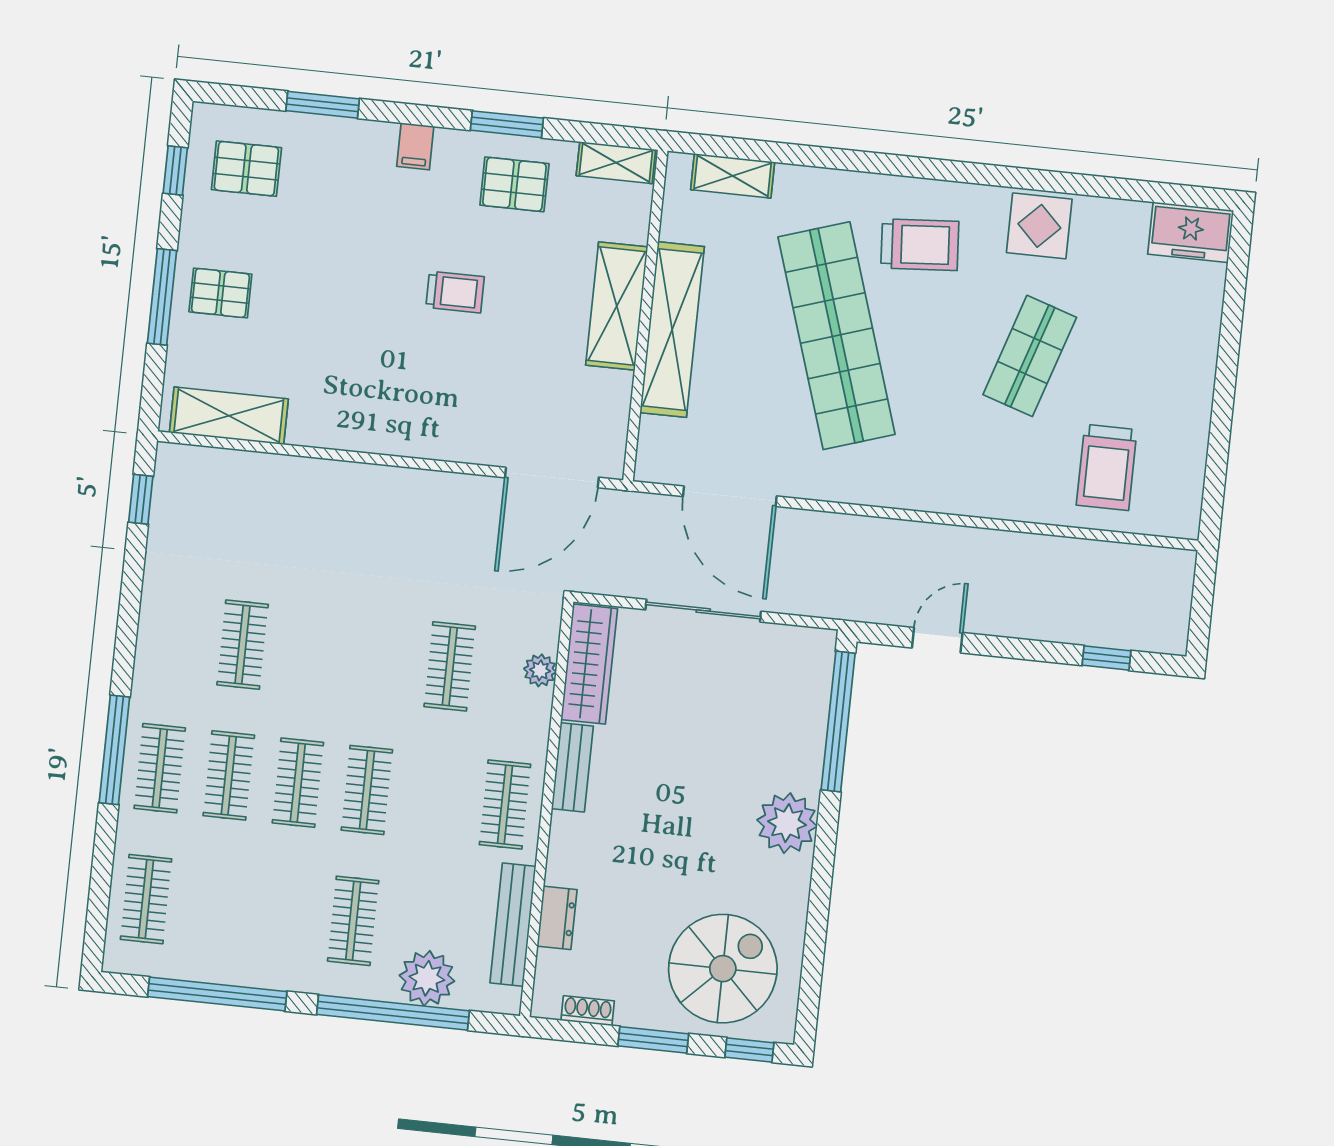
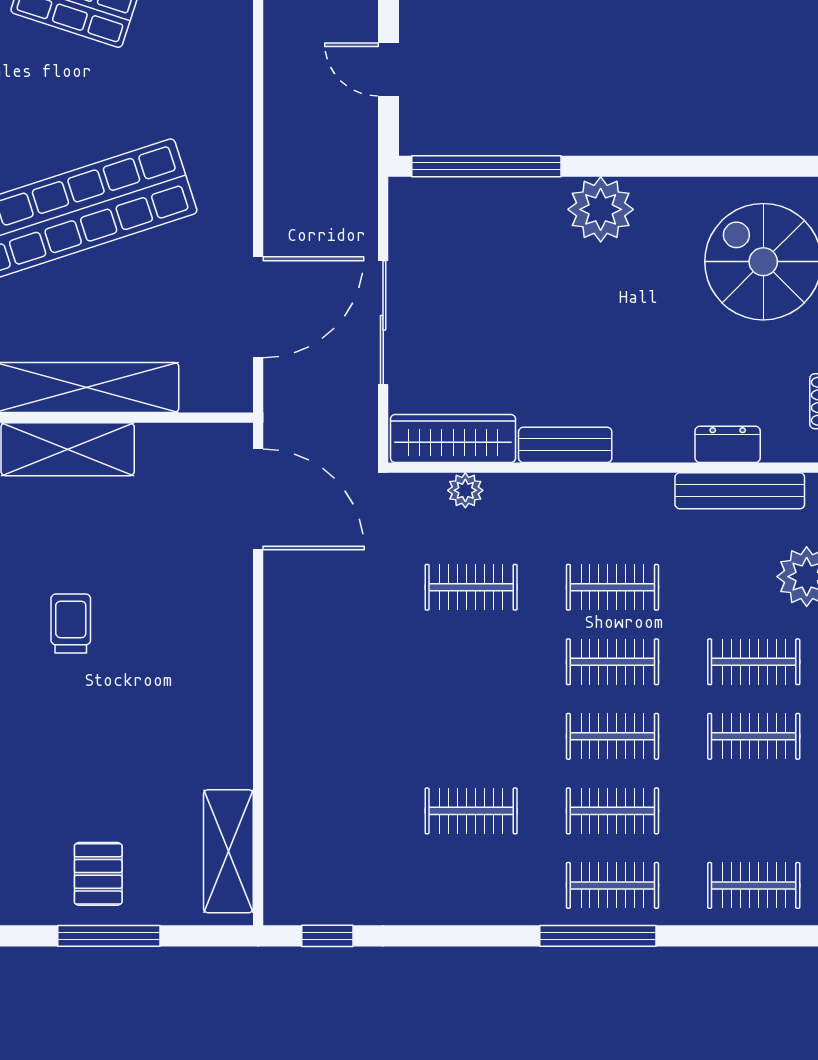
clothes rail: (505, 804) -> (612, 587), moved
clothes rail: (284, 914) -> (754, 736), added

